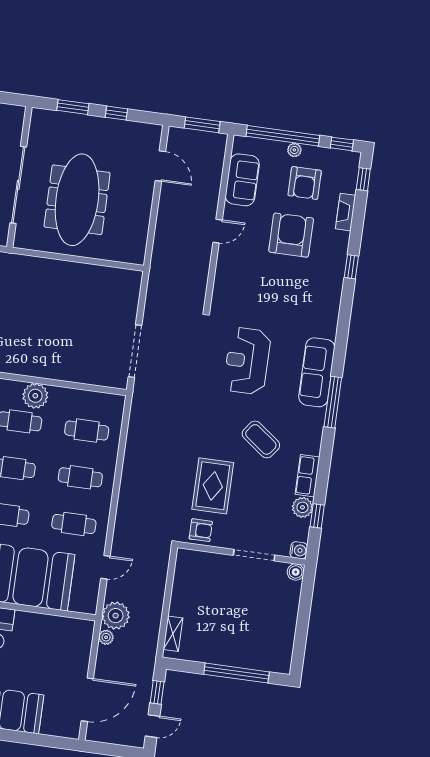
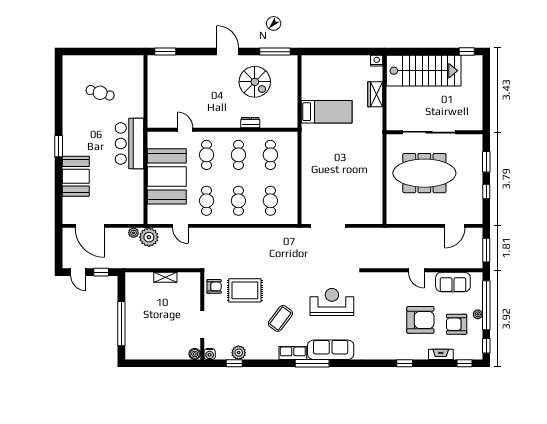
plant: (35, 396) -> (289, 163), removed
row of seats: (307, 476) -> (293, 353), moved
armchair: (201, 530) -> (214, 286), turned -90
shelving: (173, 634) -> (165, 277), moved

